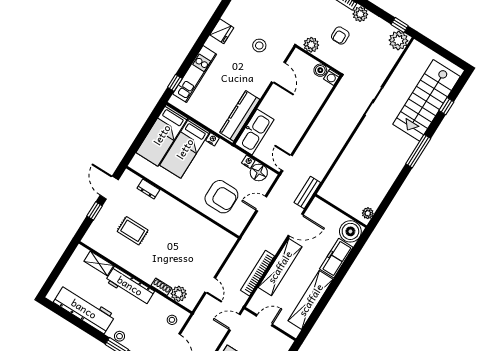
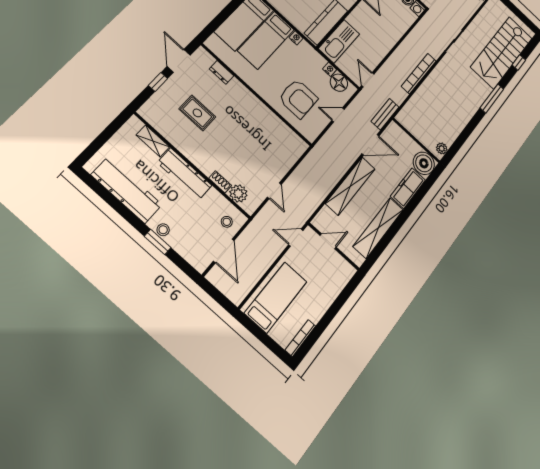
bookcase: (257, 273) -> (419, 74), moved

